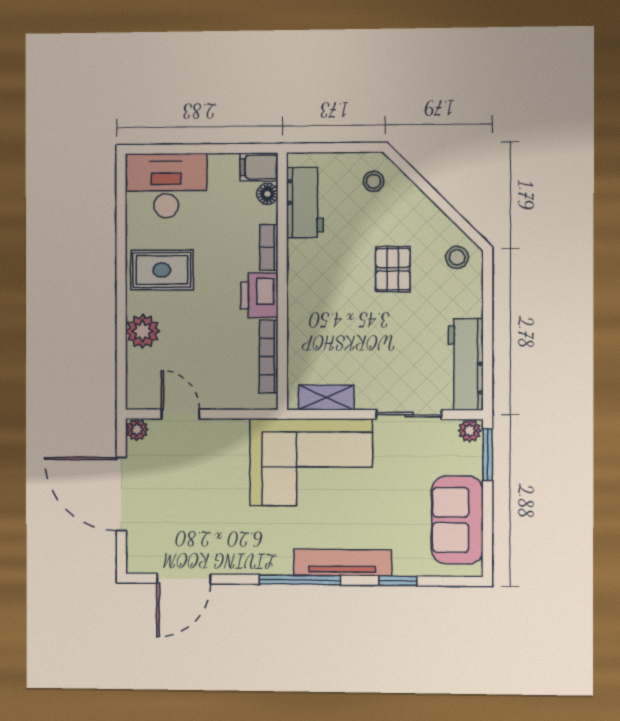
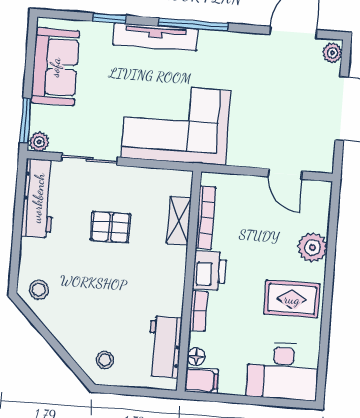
pallet: (393, 269) -> (111, 227), moved, turned 90
shelving: (326, 398) -> (179, 221), moved, turned 90
plant: (137, 430) -> (332, 53), moved

